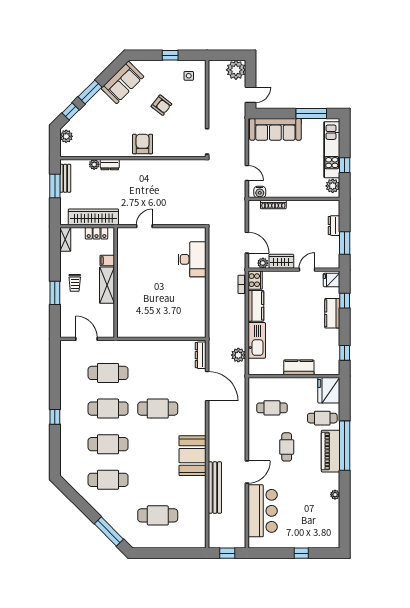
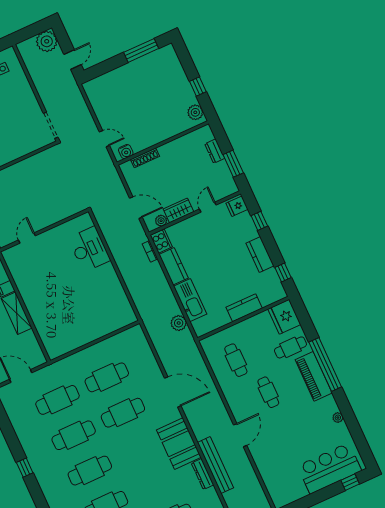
sofa: (275, 129) -> (113, 82), removed
kitchen unit: (332, 150) -> (178, 77), removed
kitchen counter: (332, 313) -> (260, 255), moved
dresser: (201, 355) -> (203, 474), moved
cafe table: (158, 373) -> (107, 377), added
door: (207, 386) -> (173, 392), moved
cafe table: (272, 408) -> (236, 360), turned 90
bar counter: (263, 511) -> (329, 468), moved, turned -90
window: (301, 553) -> (350, 482), moved

